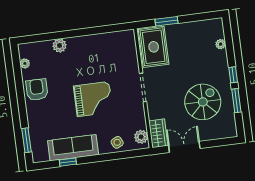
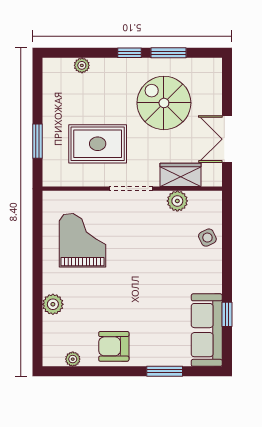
rug: (154, 47) -> (98, 144), moved
grand piano: (93, 99) -> (83, 240), moved
wardrobe: (158, 133) -> (181, 175), moved
plant: (141, 137) -> (177, 201), moved
window: (27, 140) -> (165, 371), moved
sofa: (73, 148) -> (207, 330), moved

